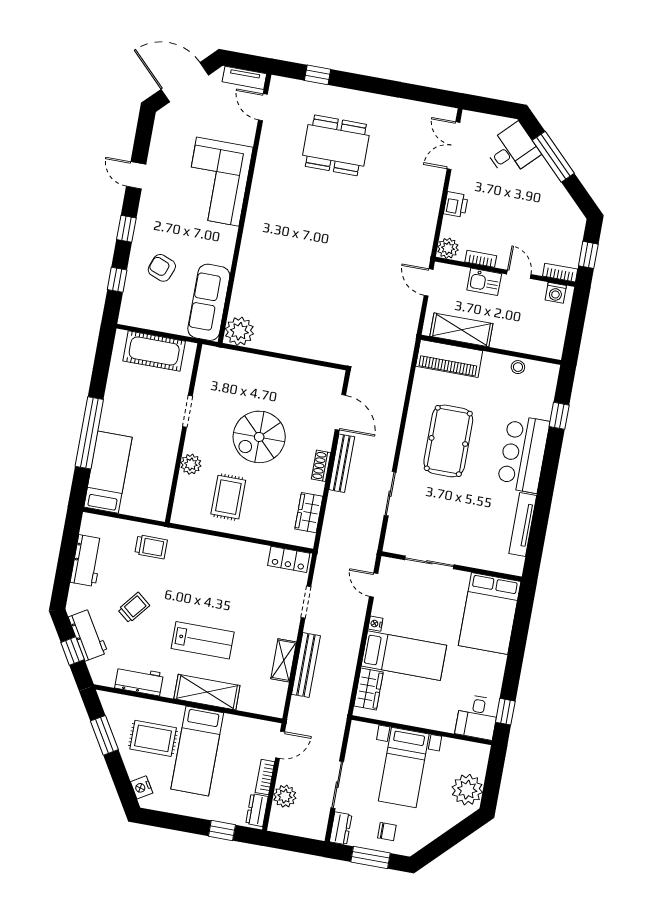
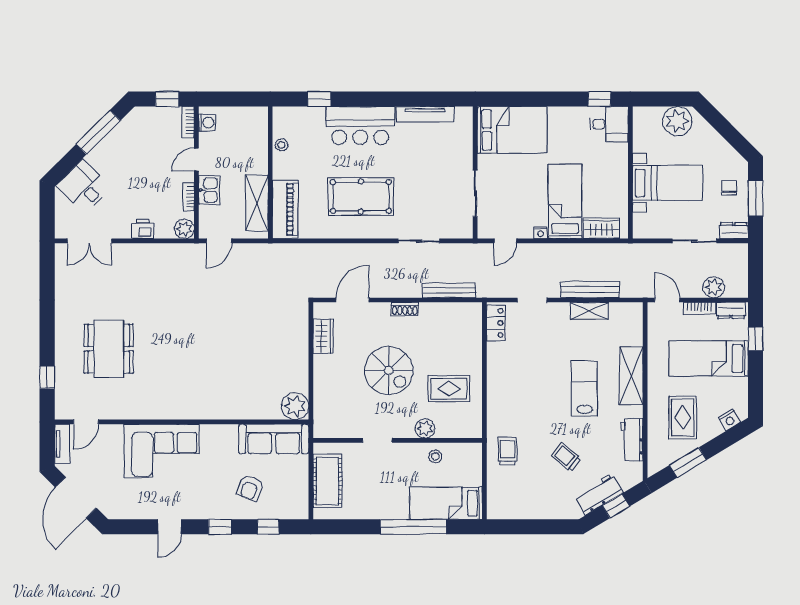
window: (553, 157) -> (98, 132), moved
bench: (342, 463) -> (449, 290), moved
stool: (159, 470) -> (435, 456), added
wardrobe: (309, 513) -> (323, 336), moved, turned -90
workbench: (87, 561) -> (531, 508), removed
bed: (197, 751) -> (709, 358), moved, turned 180

